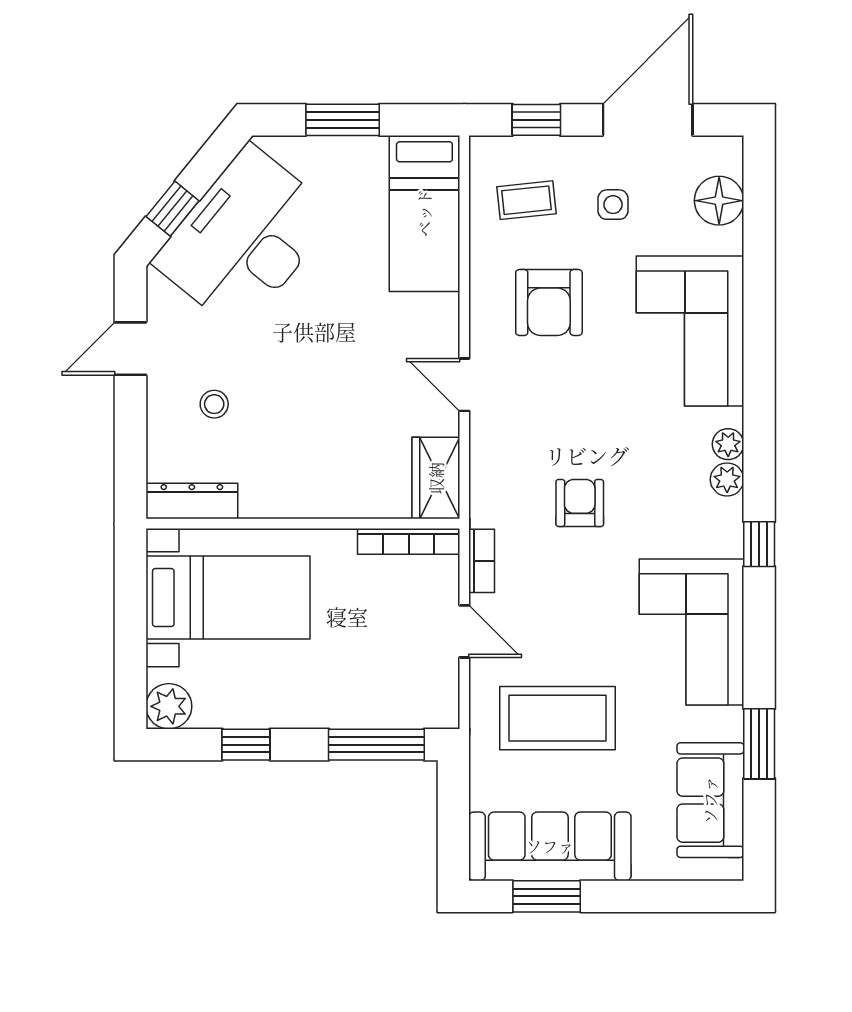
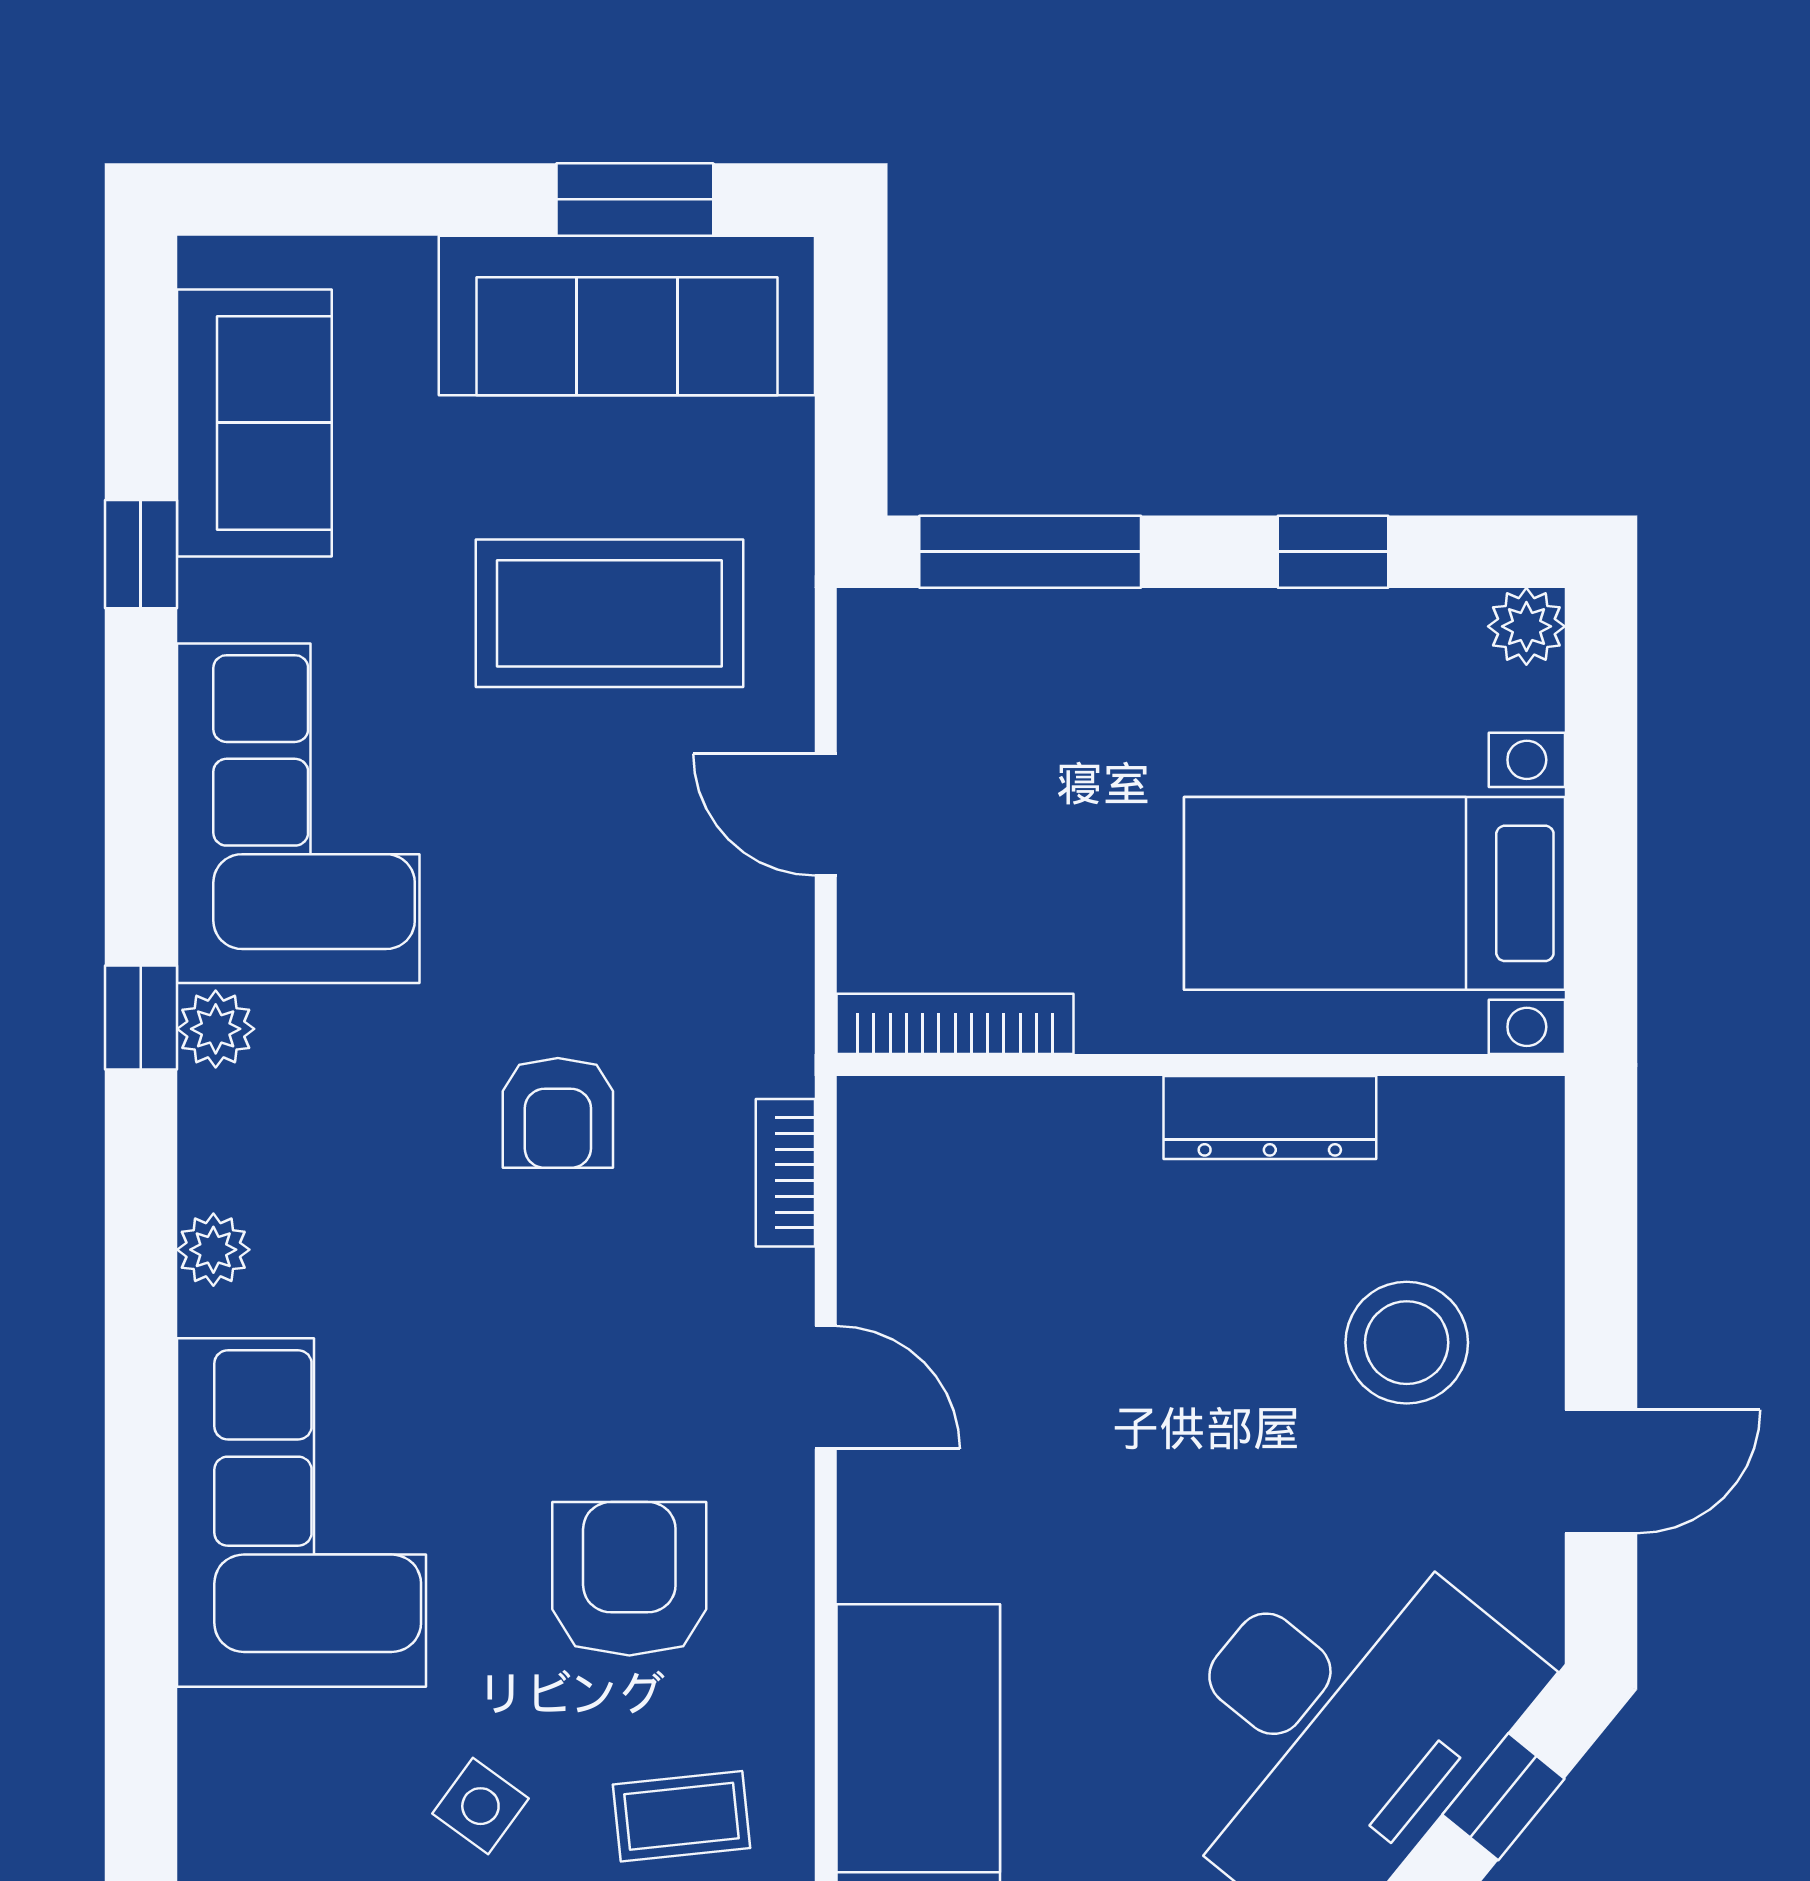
floor lamp: (719, 201) -> (234, 1815), removed
side table: (613, 205) -> (480, 1806), turned 36
stool: (214, 404) -> (1407, 1343), width x1.89, depth x1.89
wardrobe: (436, 478) -> (892, 1171), removed
plant: (727, 479) -> (216, 1029), moved
dresser: (192, 501) -> (1270, 1117), moved
bookcase: (482, 561) -> (785, 1173), moved
plant: (169, 706) -> (1526, 626), width x0.73, depth x0.73
window: (759, 744) -> (141, 554), width x0.67

